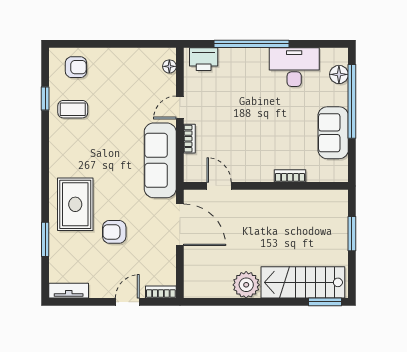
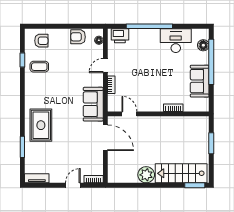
sofa: (160, 160) -> (93, 104), width x0.73
armchair: (114, 232) -> (78, 37), moved

